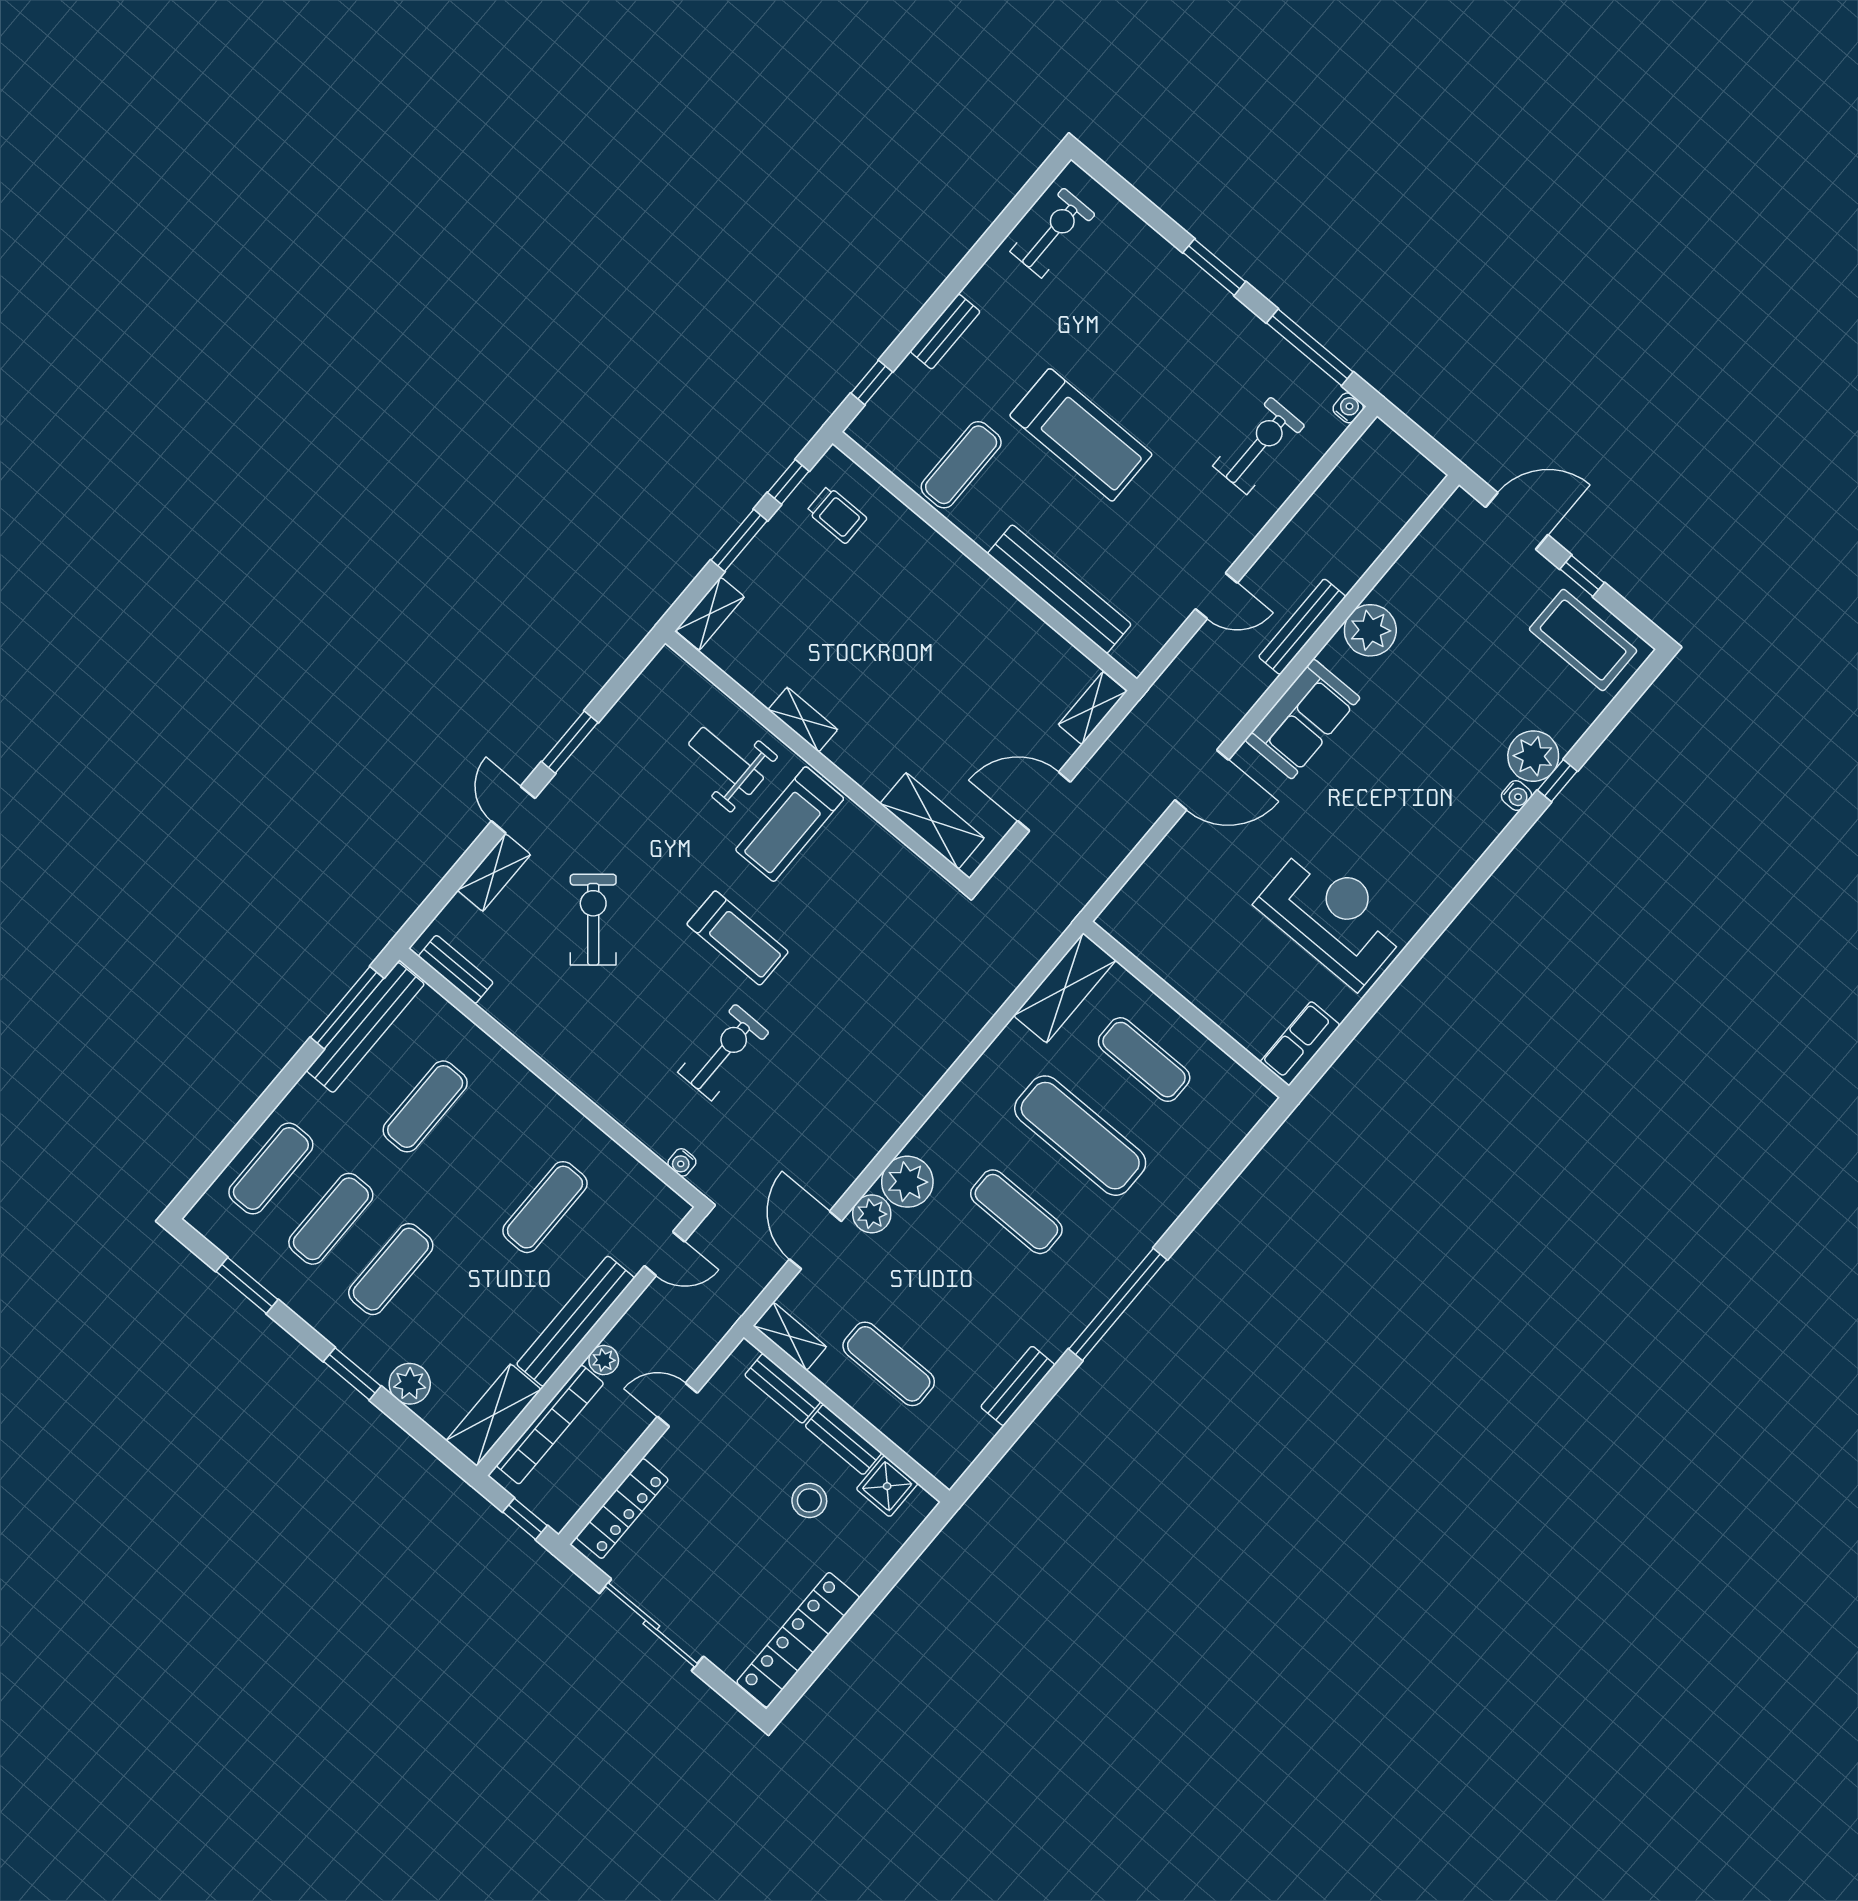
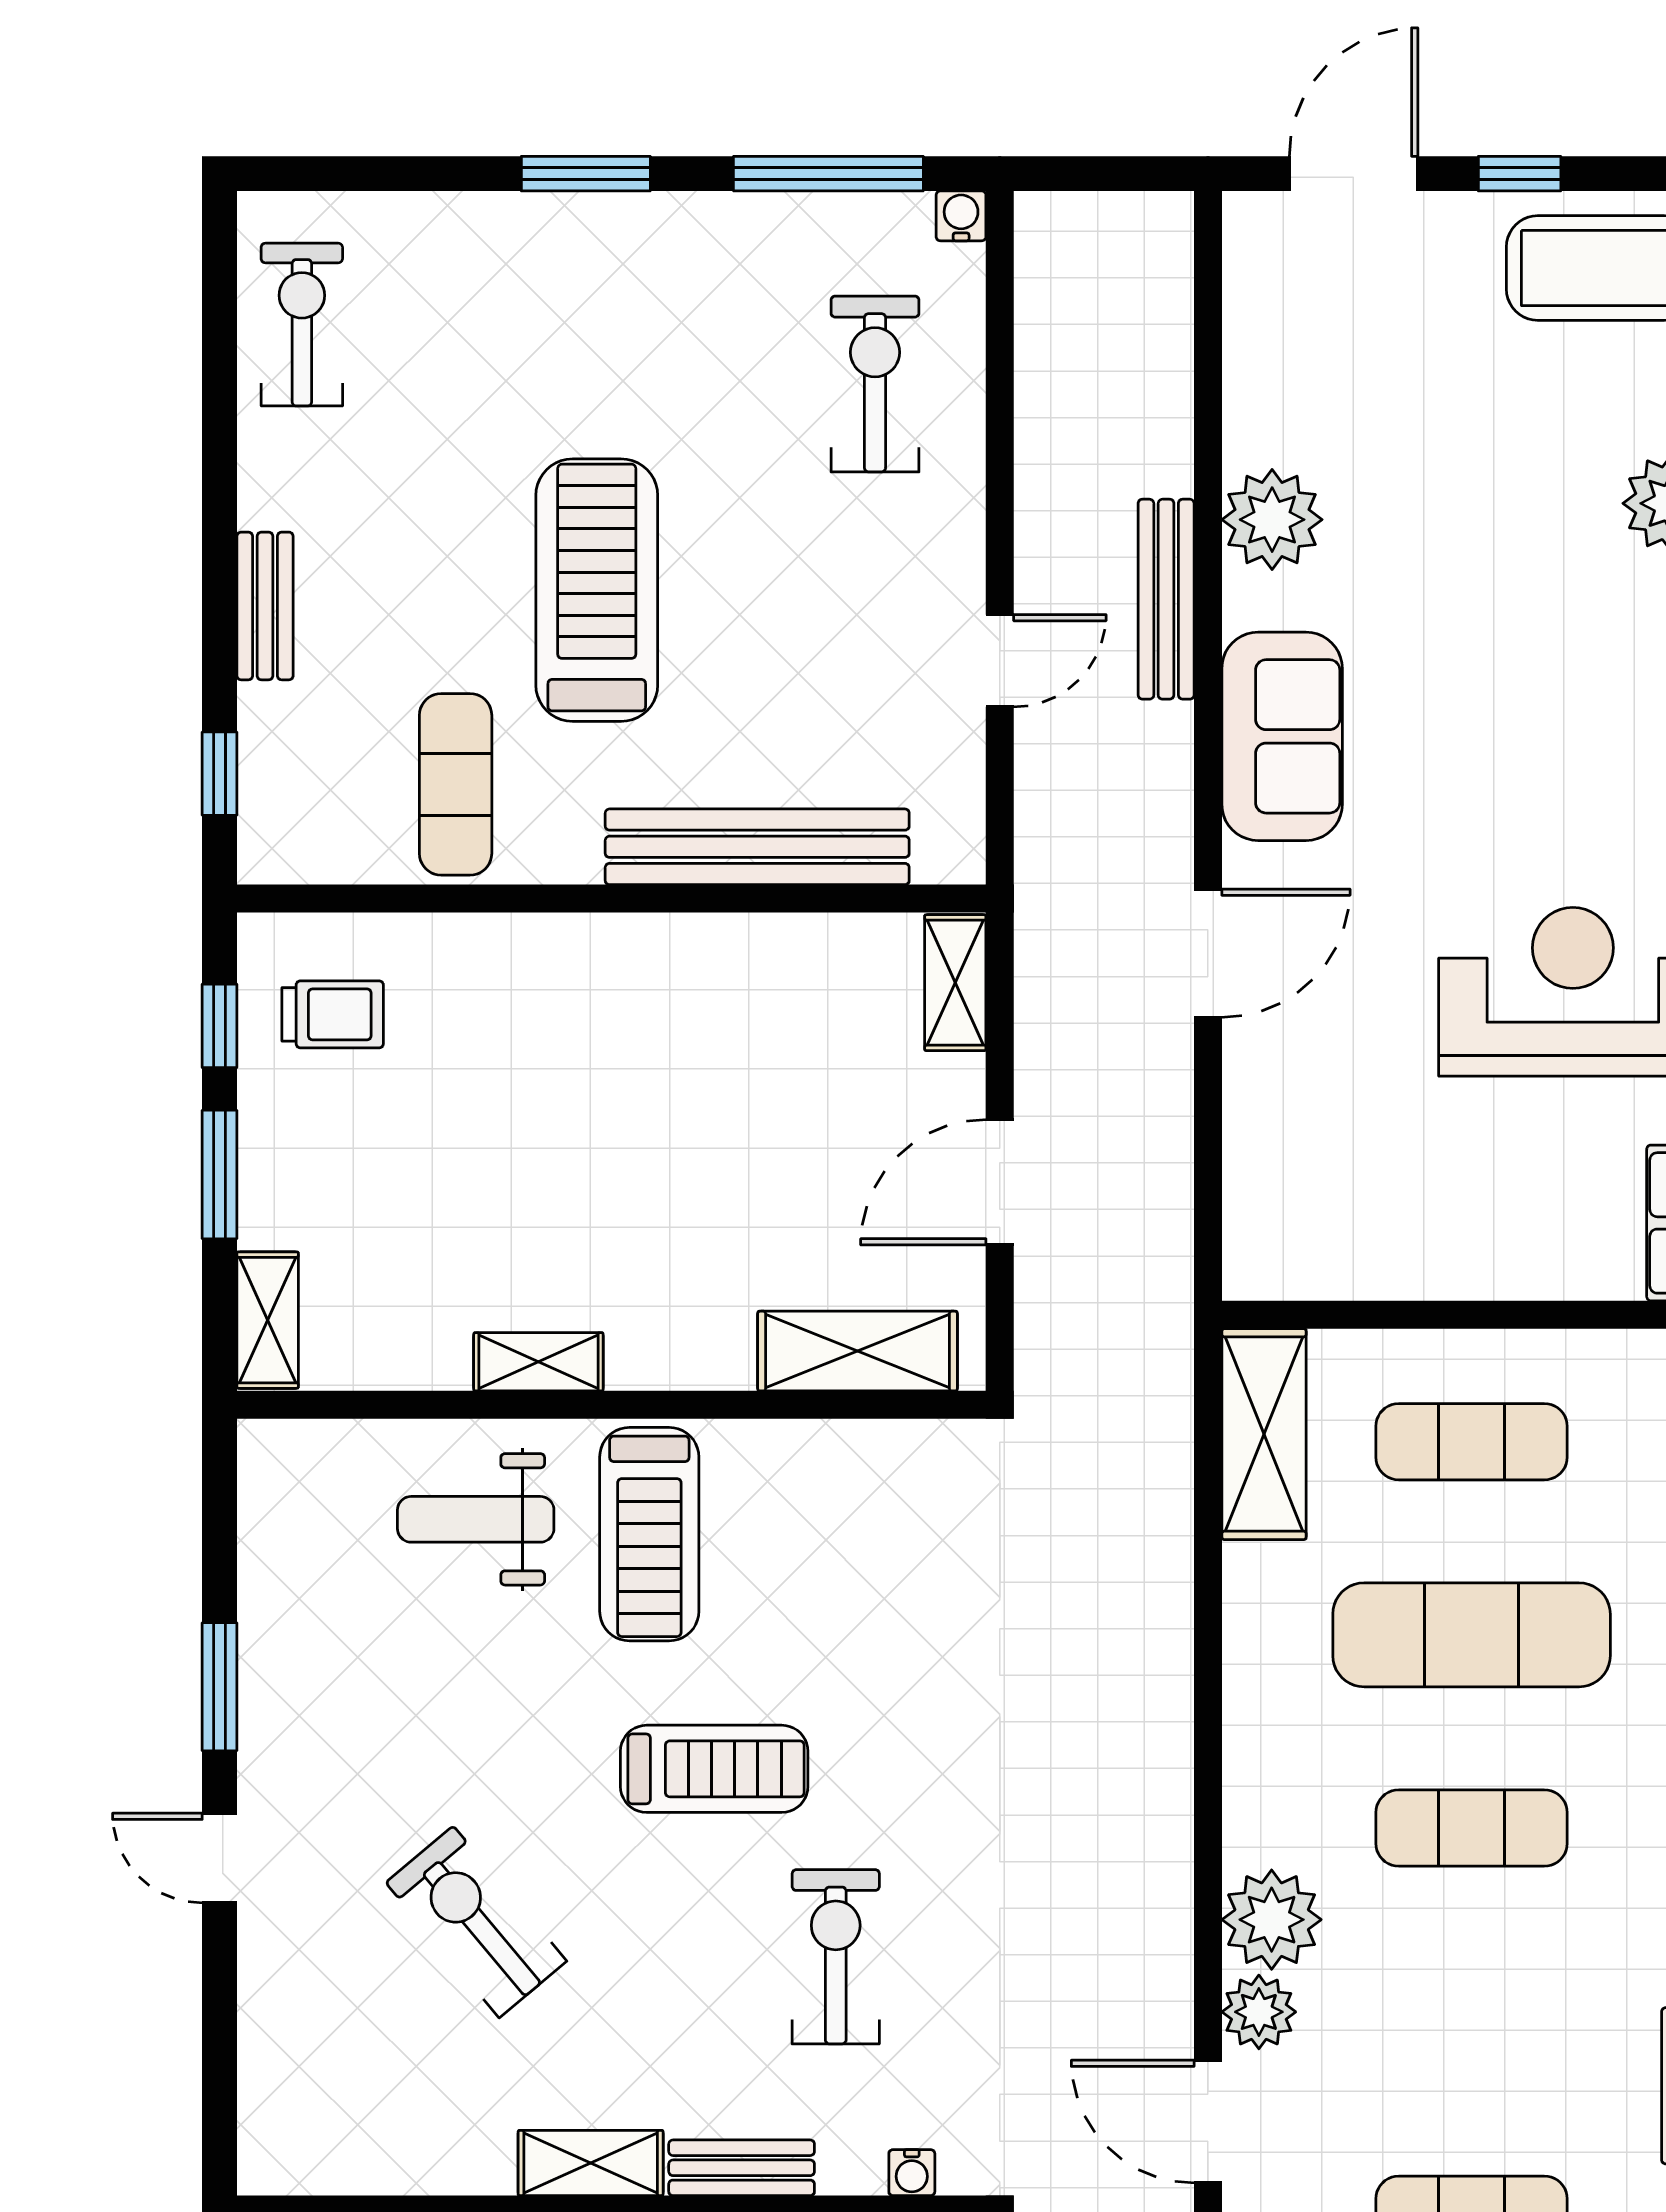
treadmill: (1081, 435) -> (597, 590), turned -90
shelving: (494, 872) -> (591, 2163), moved, turned 90
bench: (456, 969) -> (742, 2168), moved

